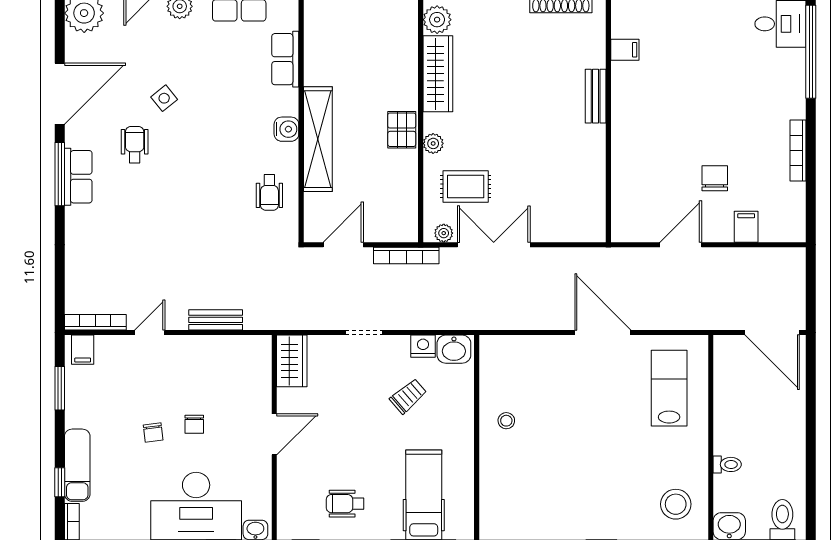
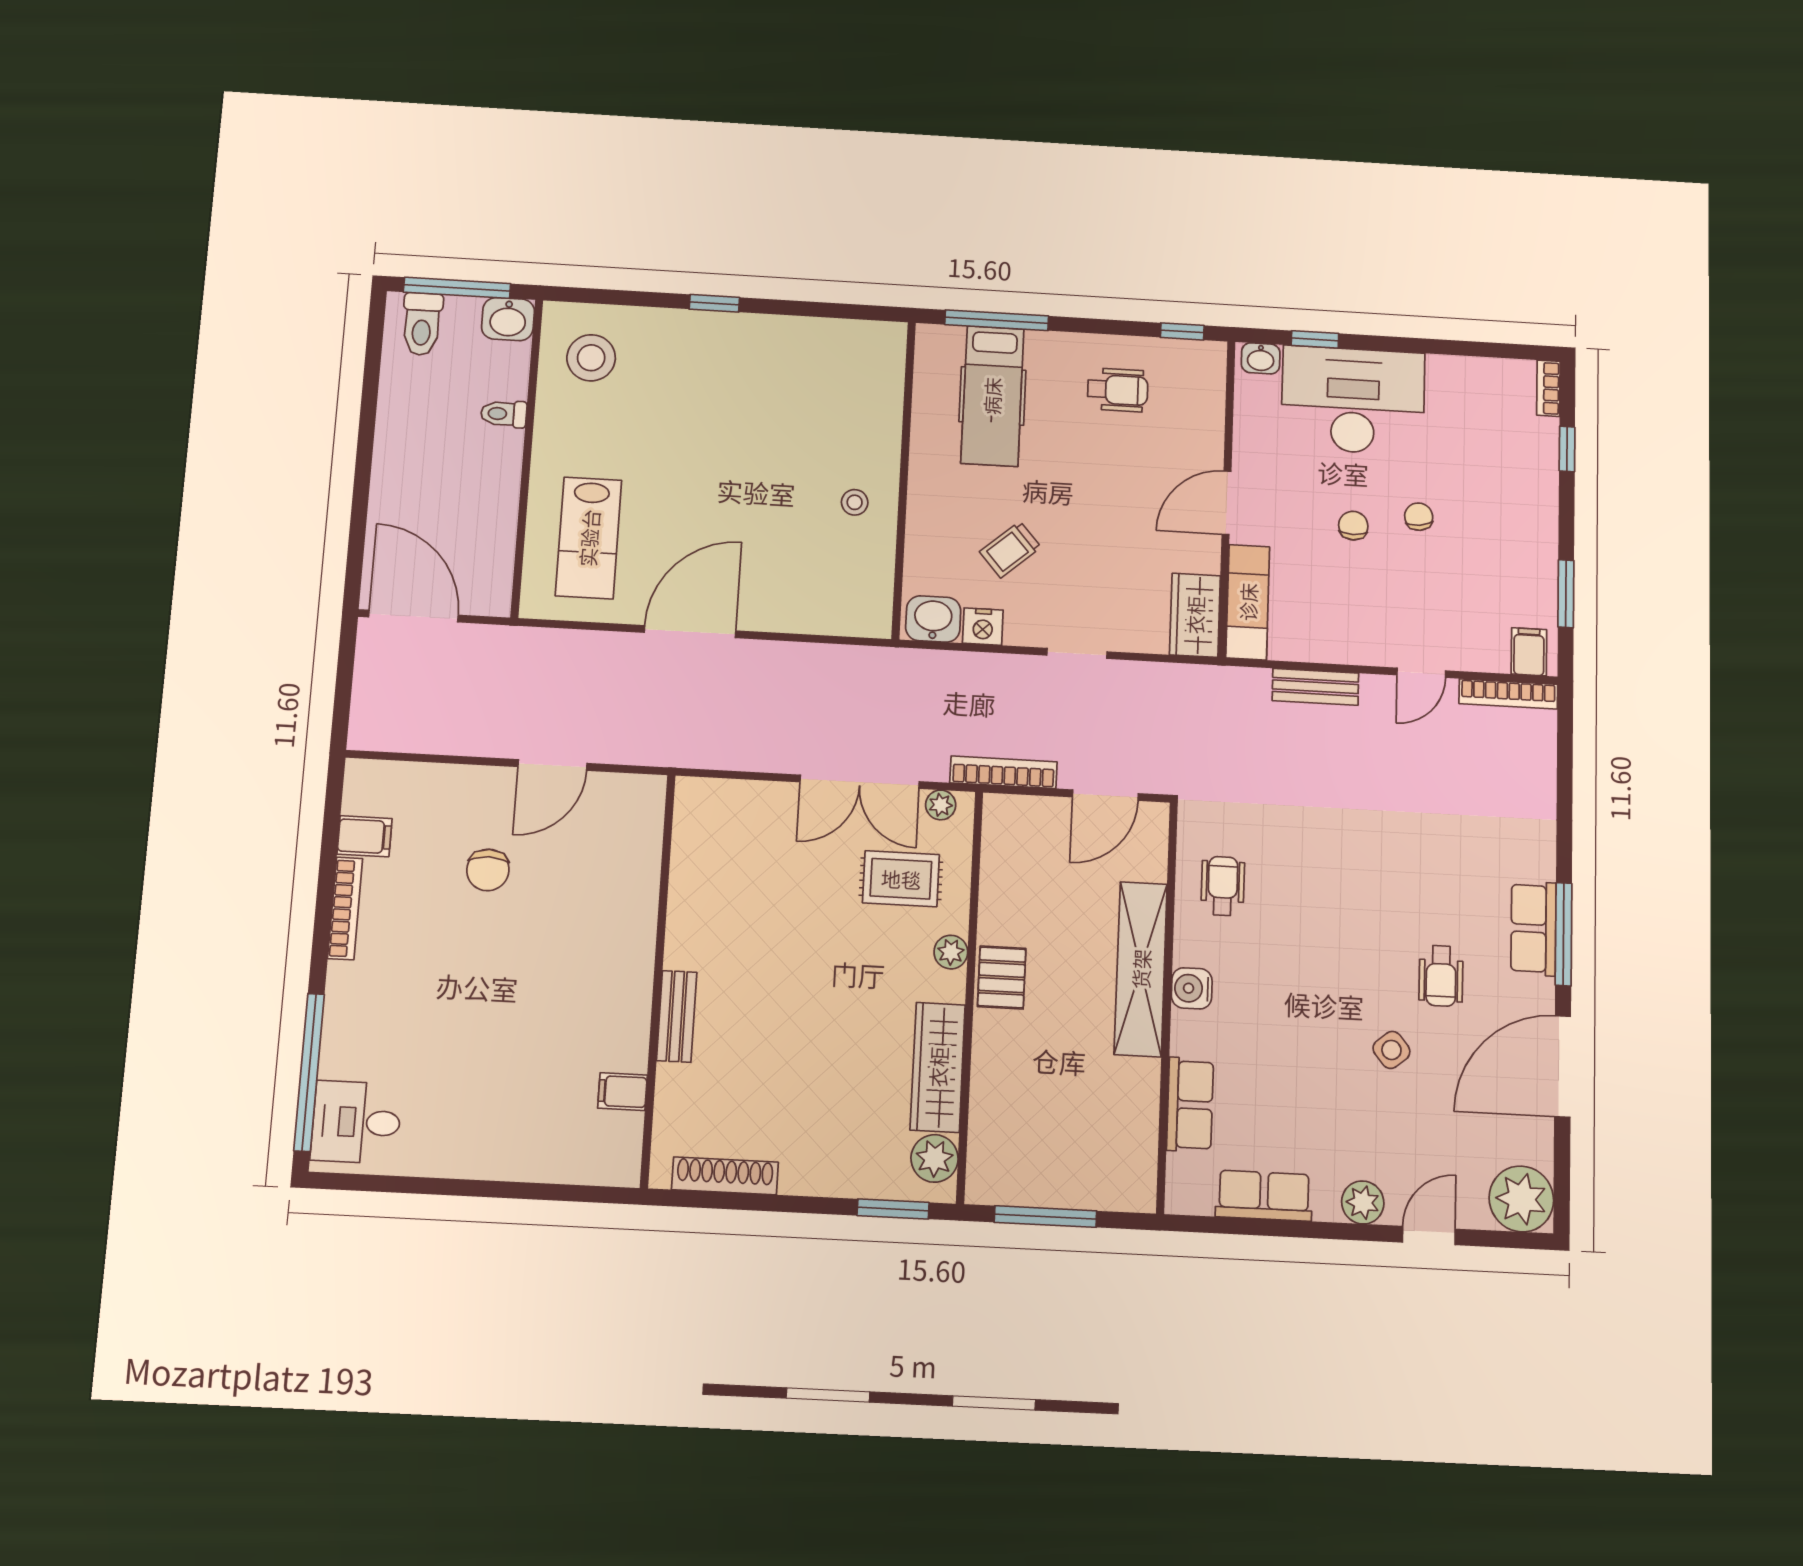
filing cabinet: (746, 227) -> (364, 836), moved, turned -90
door: (603, 333) -> (690, 632), swing flipped
exam couch: (77, 465) -> (1248, 602), moved, turned 180

